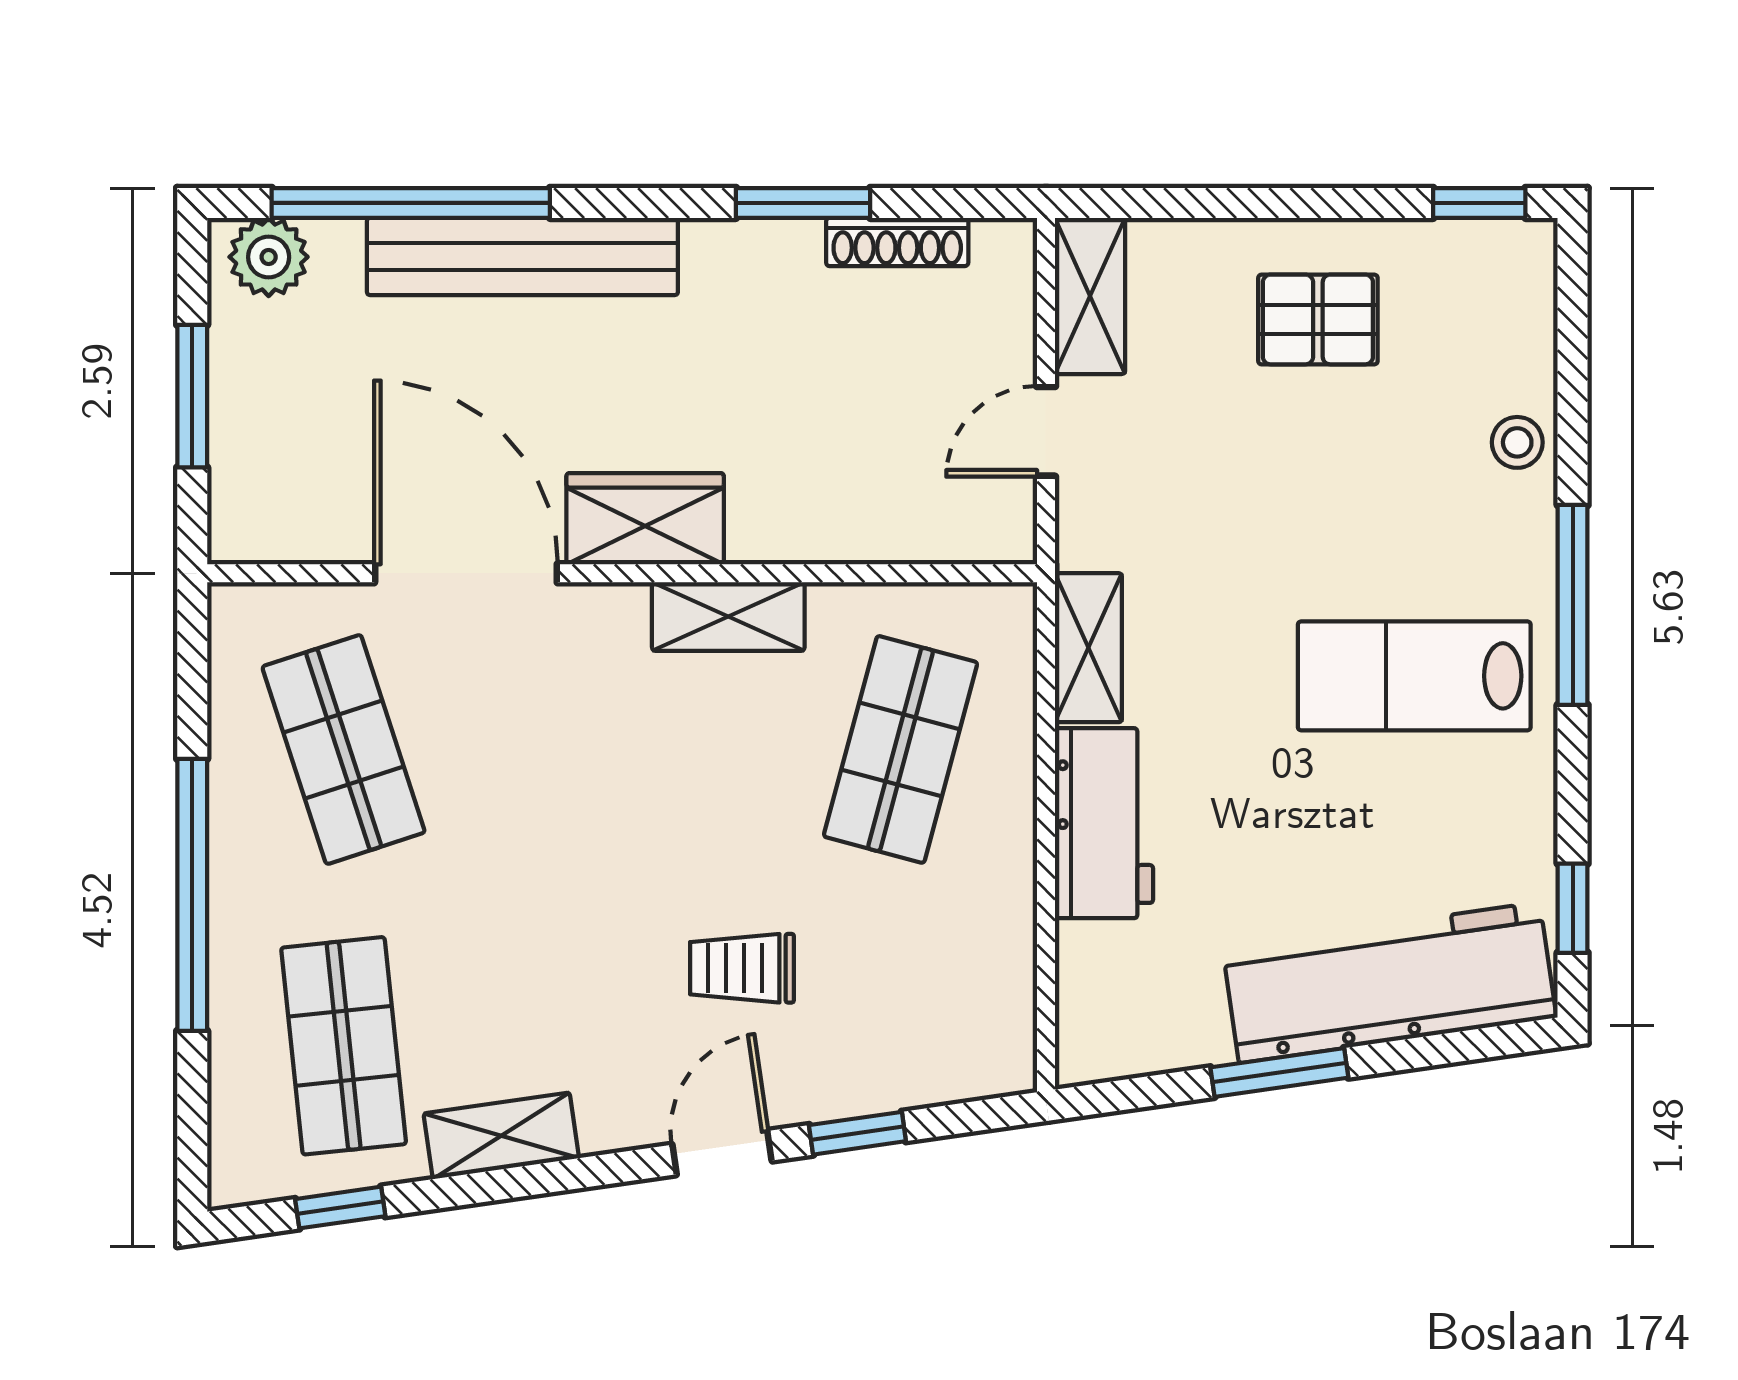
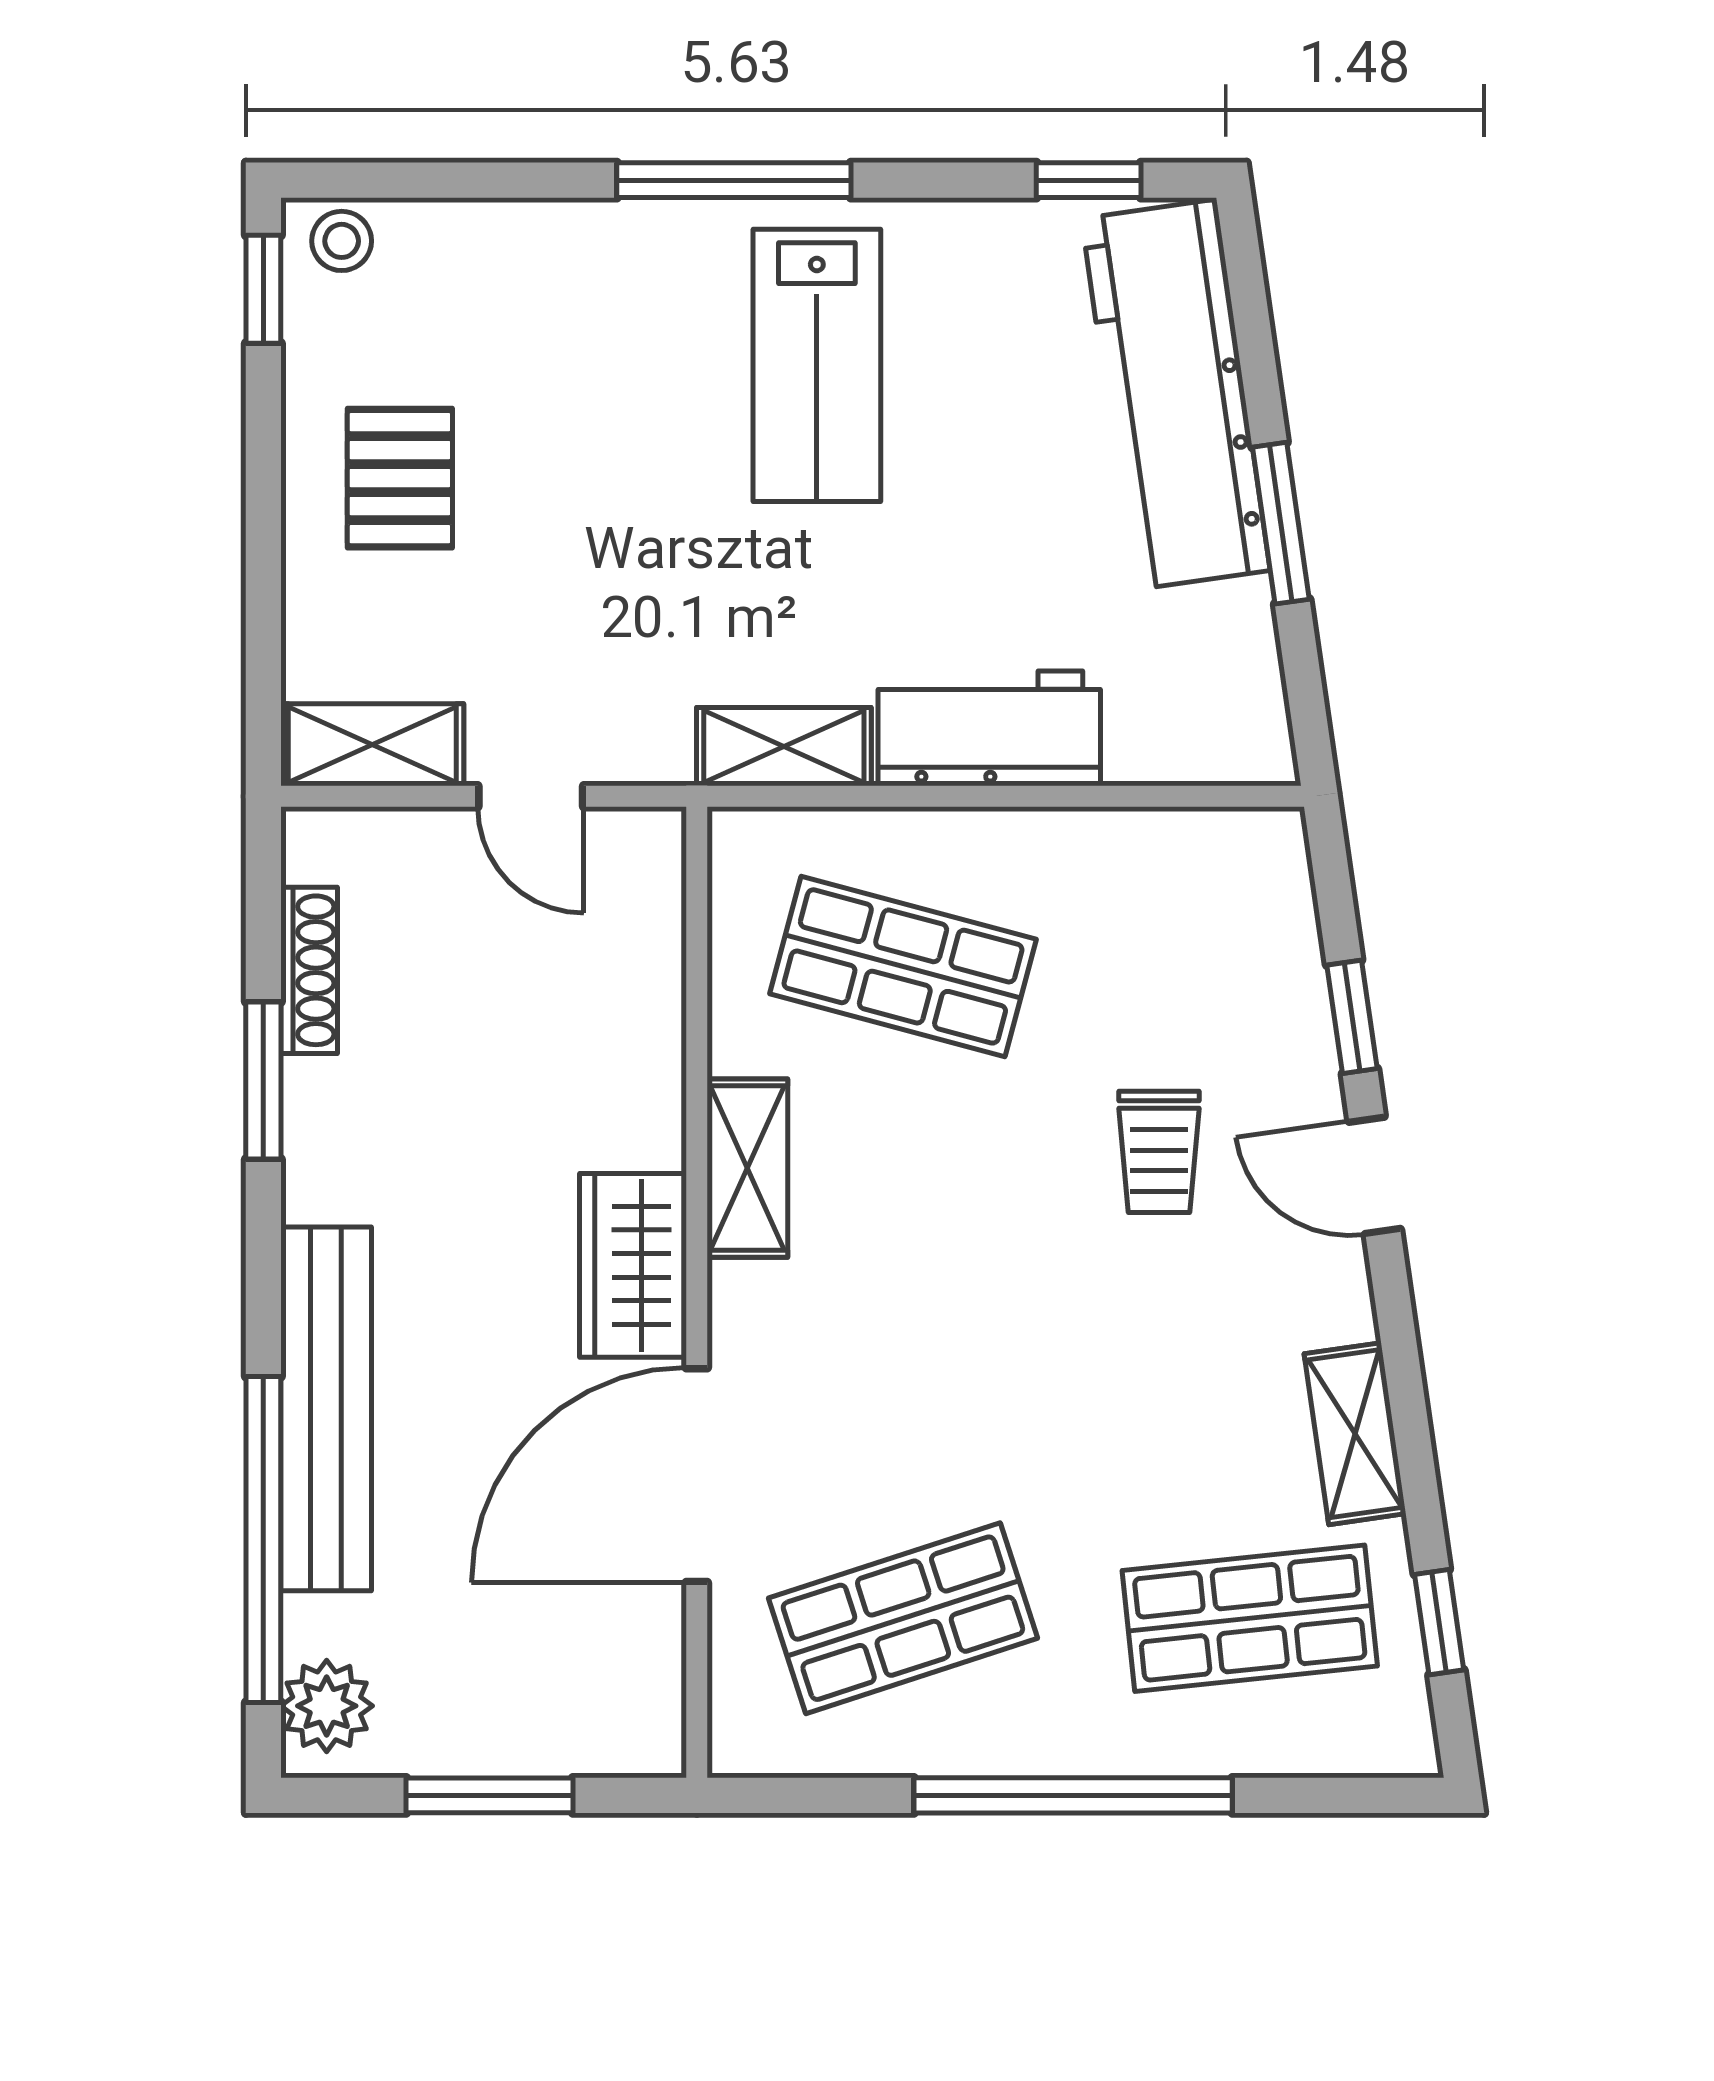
stool: (1517, 442) -> (342, 241), moved

